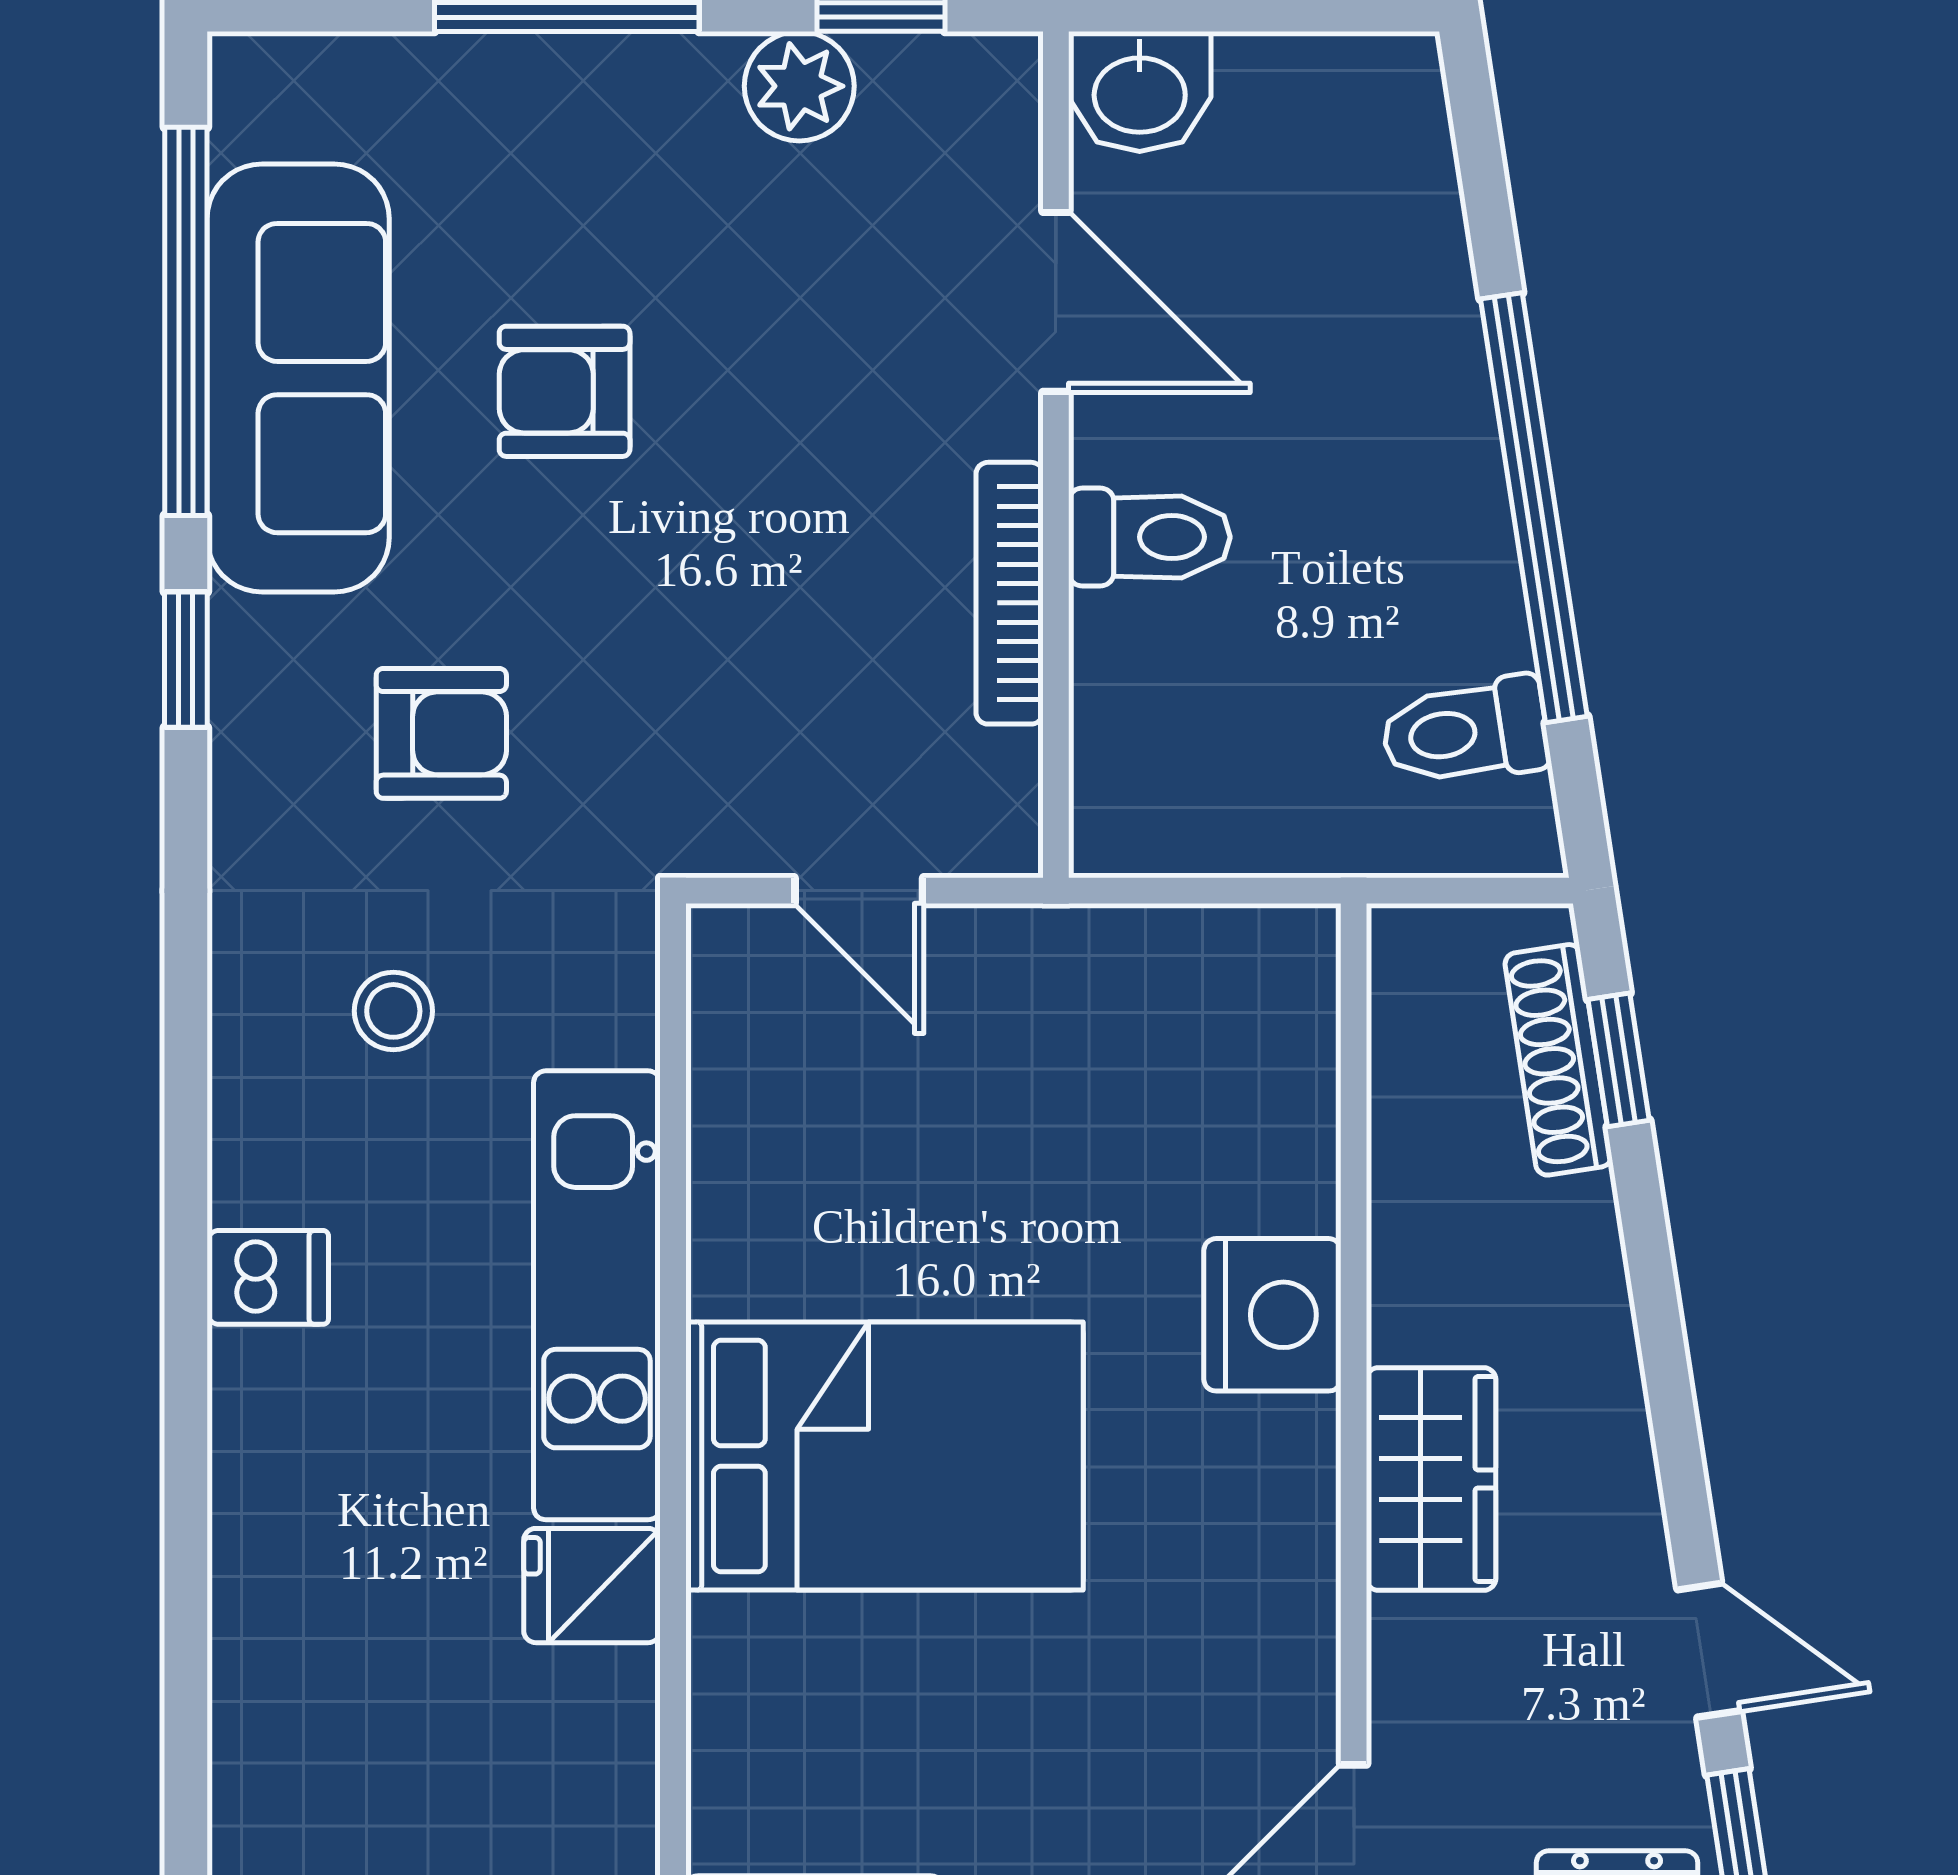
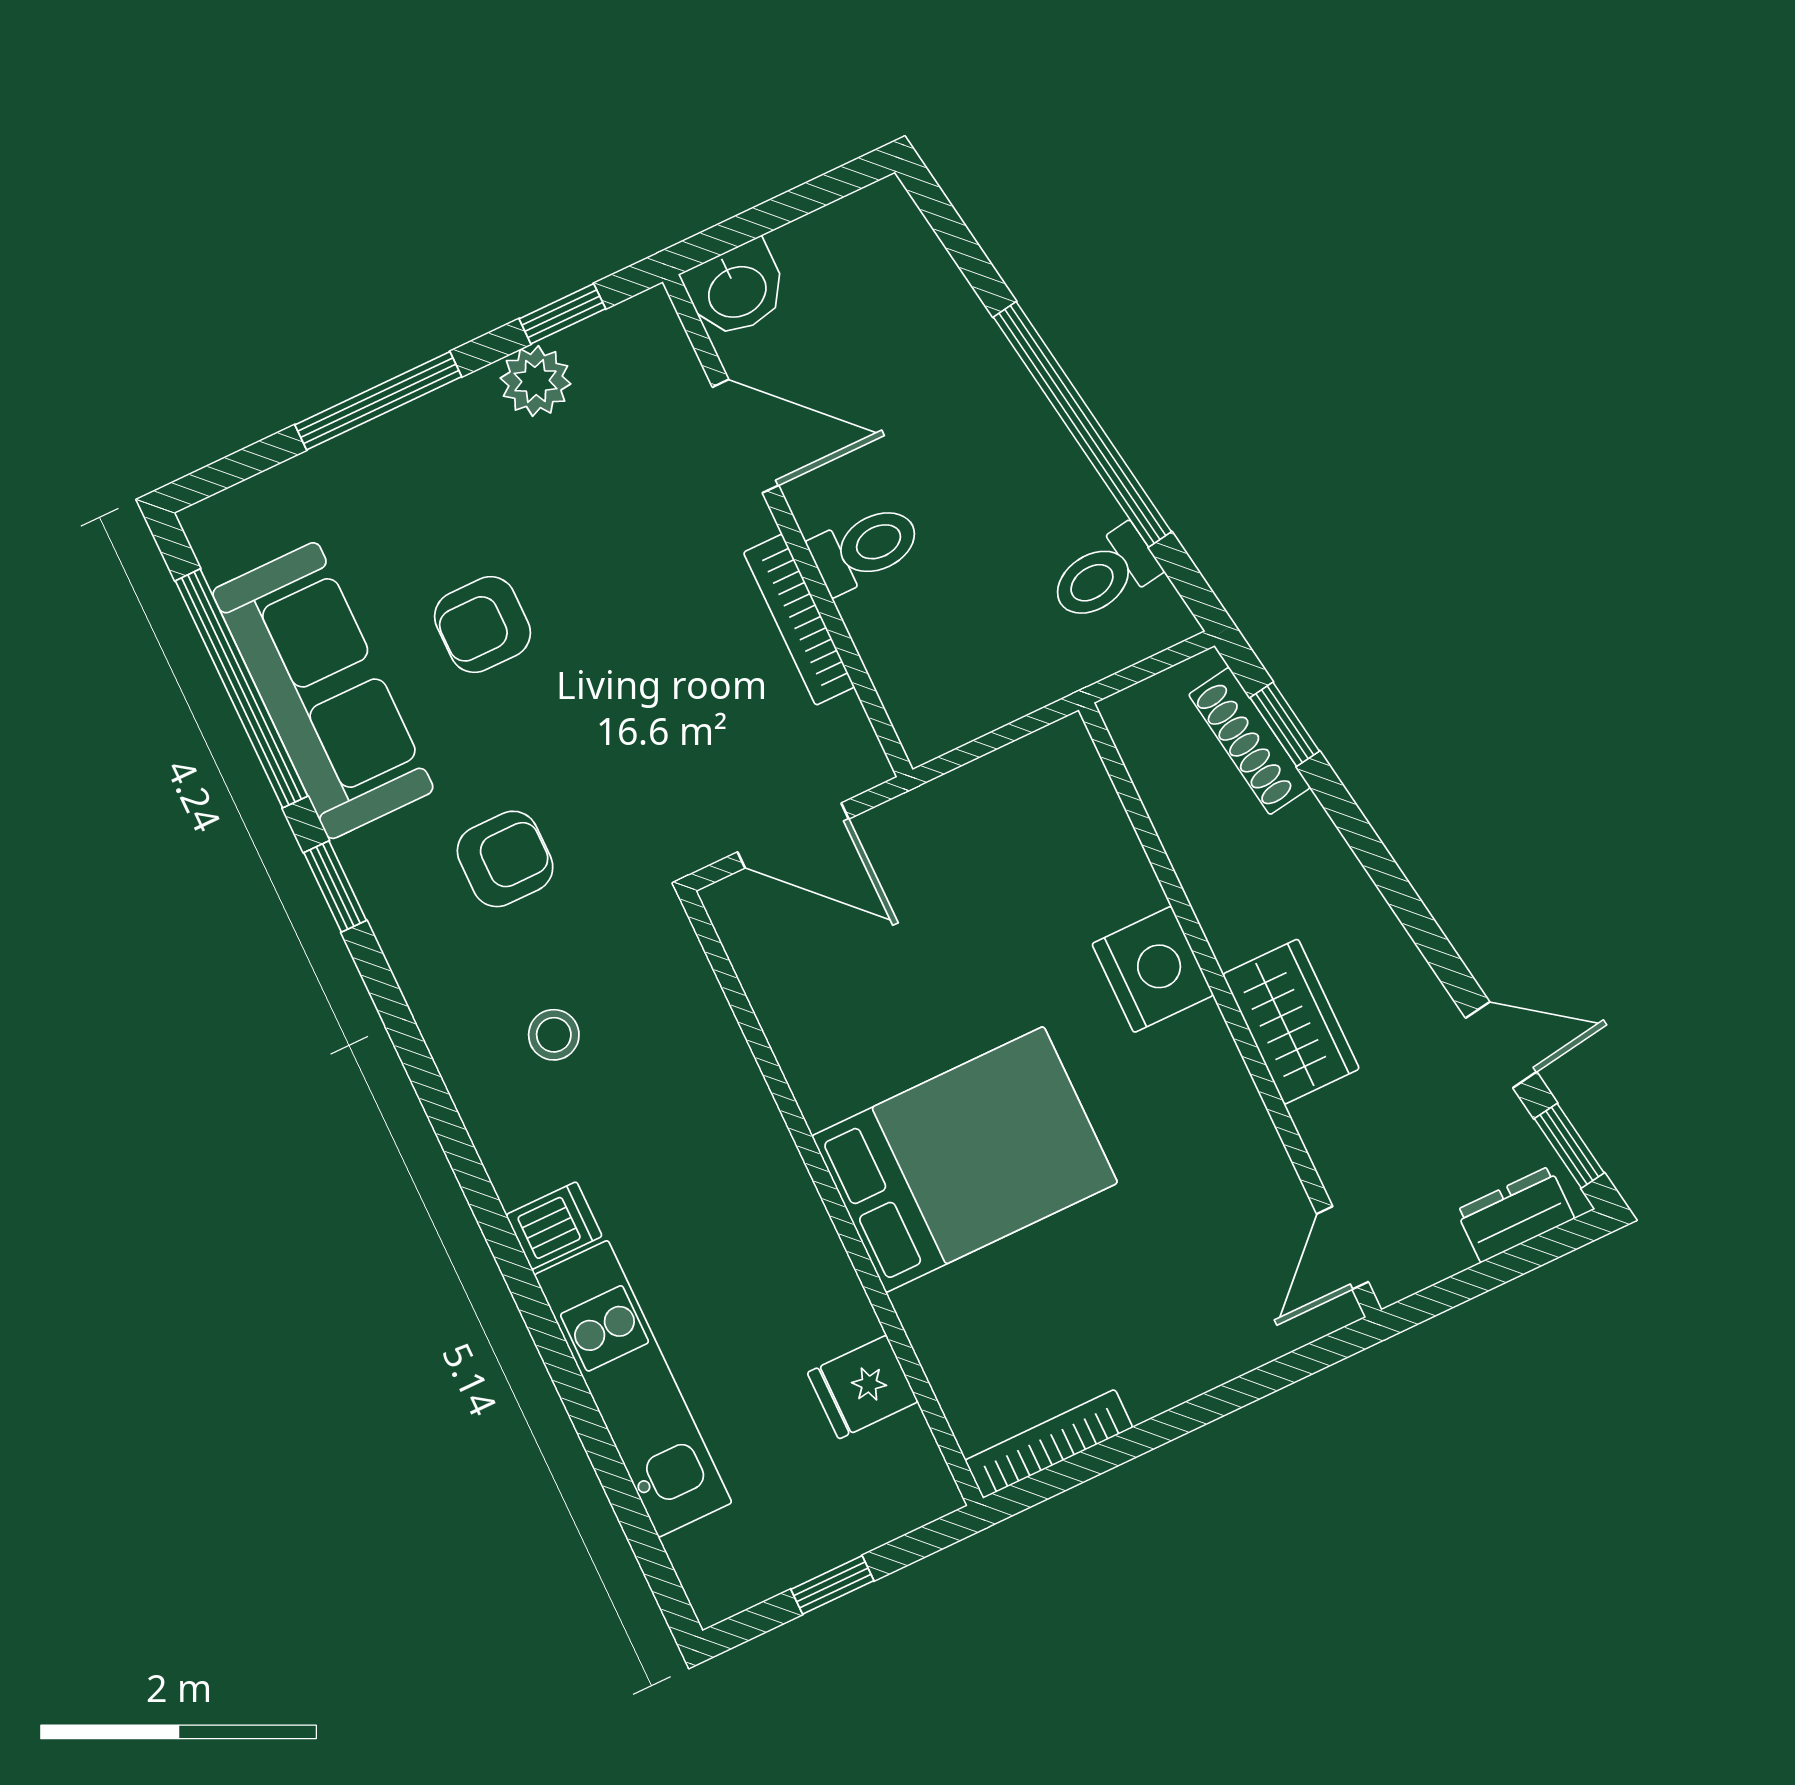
door: (859, 891) -> (793, 835), width x1.38
kitchen unit: (597, 1295) -> (633, 1389), moved, turned 180
fridge: (592, 1586) -> (863, 1387), moved

